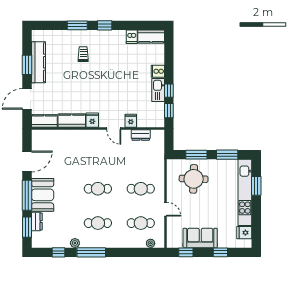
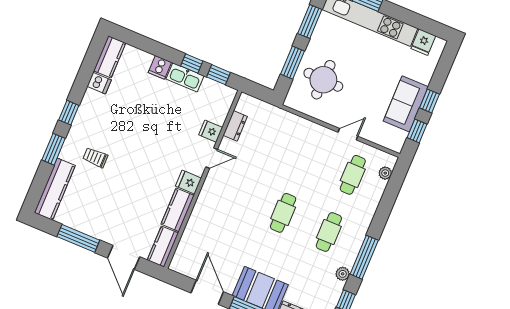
kitchen counter: (38, 62) -> (55, 189), moved, turned 90
window: (27, 65) -> (78, 238), width x1.44
cafe table: (141, 189) -> (307, 156), removed
window: (220, 252) -> (430, 101), moved

